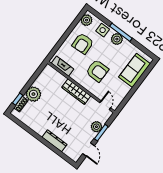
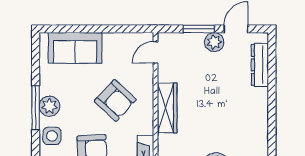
armchair: (97, 71) -> (115, 100), turned 133
plant: (96, 127) -> (214, 42), moved
dresser: (54, 141) -> (260, 65), moved

